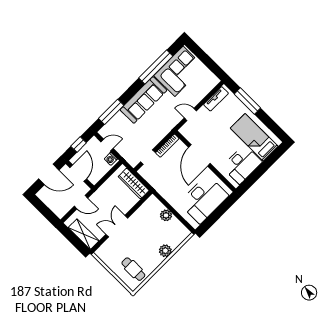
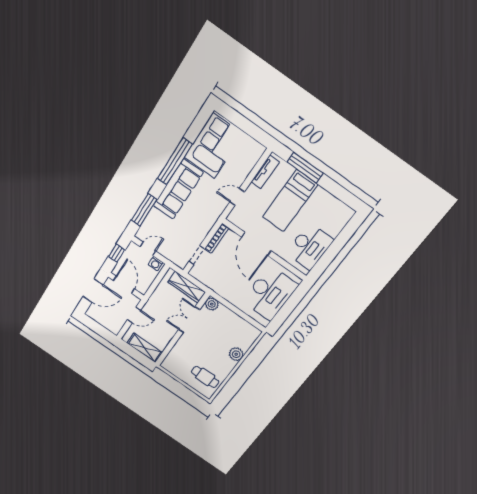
window: (156, 67) -> (175, 161), moved
bed: (254, 137) -> (290, 201), moved, turned -90
plant: (166, 215) -> (212, 304), moved
double door: (117, 226) -> (189, 320), moved

